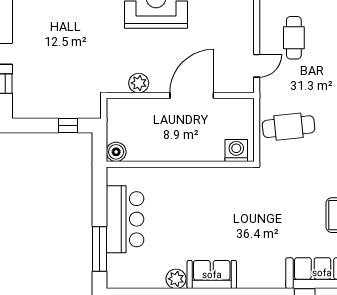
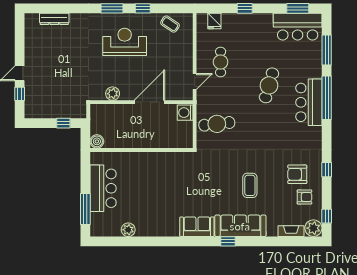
washing machine: (236, 151) -> (185, 113), moved, turned -90
sofa: (212, 275) -> (197, 227), moved
plant: (176, 279) -> (128, 230), moved

